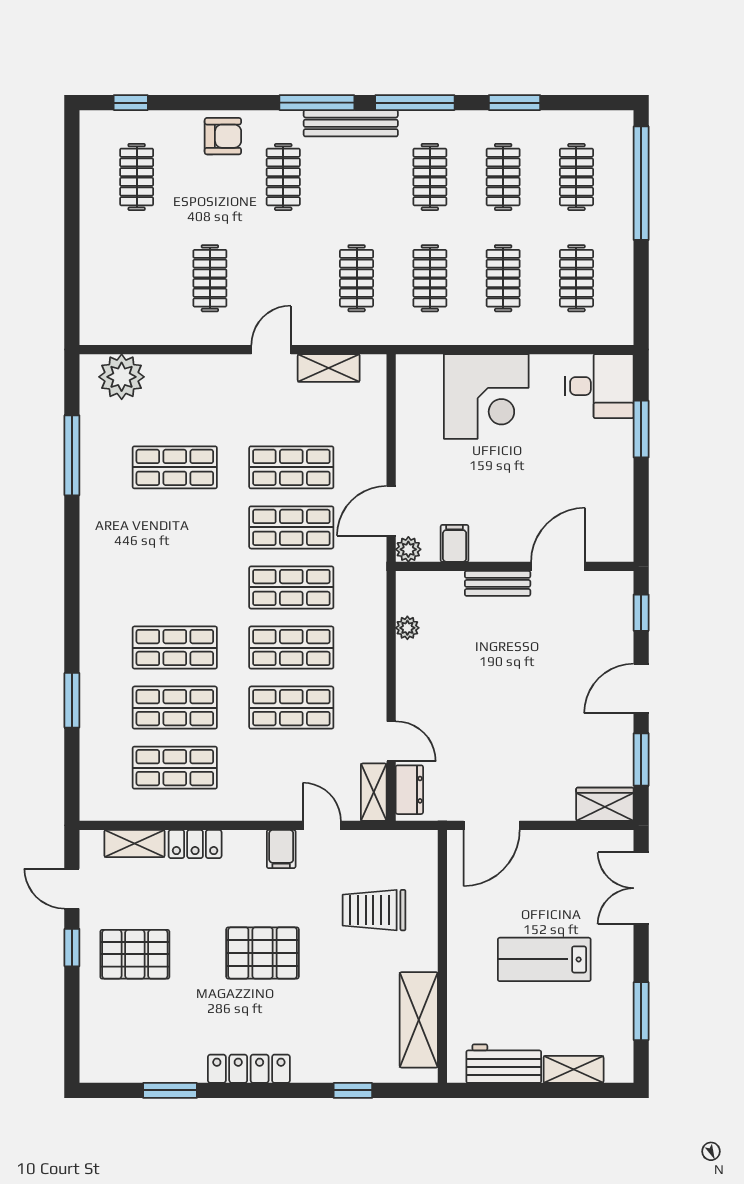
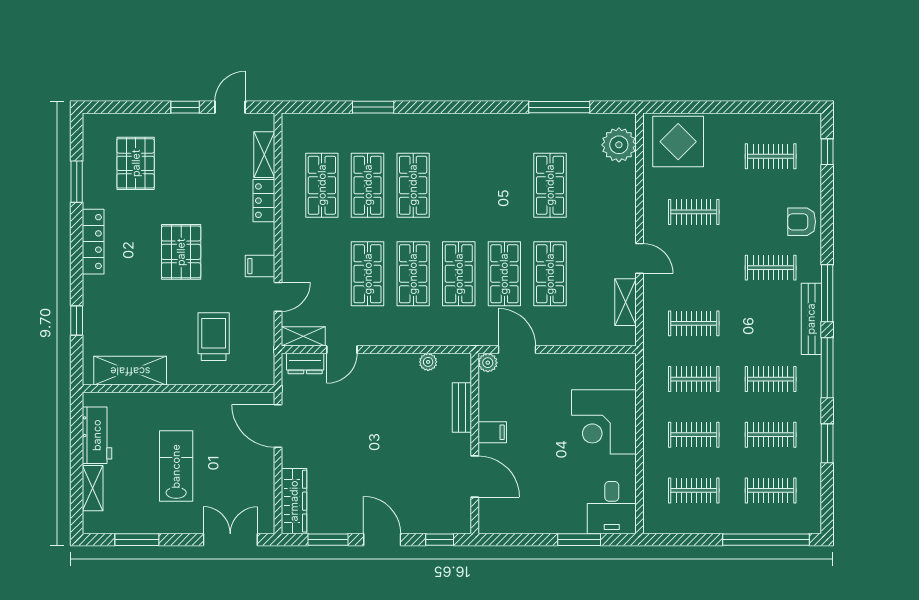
armchair: (223, 136) -> (802, 222), turned 90
display table: (117, 299) -> (678, 142), added
filing cabinet: (455, 543) -> (492, 432), moved
bench: (498, 583) -> (462, 407), moved
wardrobe: (605, 804) -> (294, 501), width x1.50
pallet: (135, 954) -> (136, 163), moved

